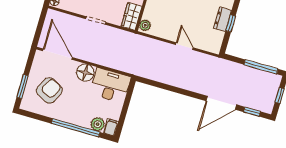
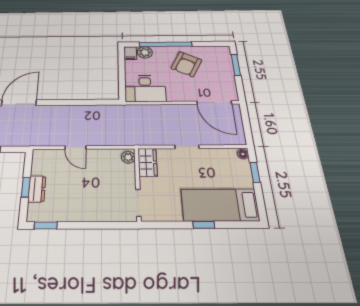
floor lamp: (85, 73) -> (177, 93), removed
armchair: (49, 90) -> (186, 64), moved

